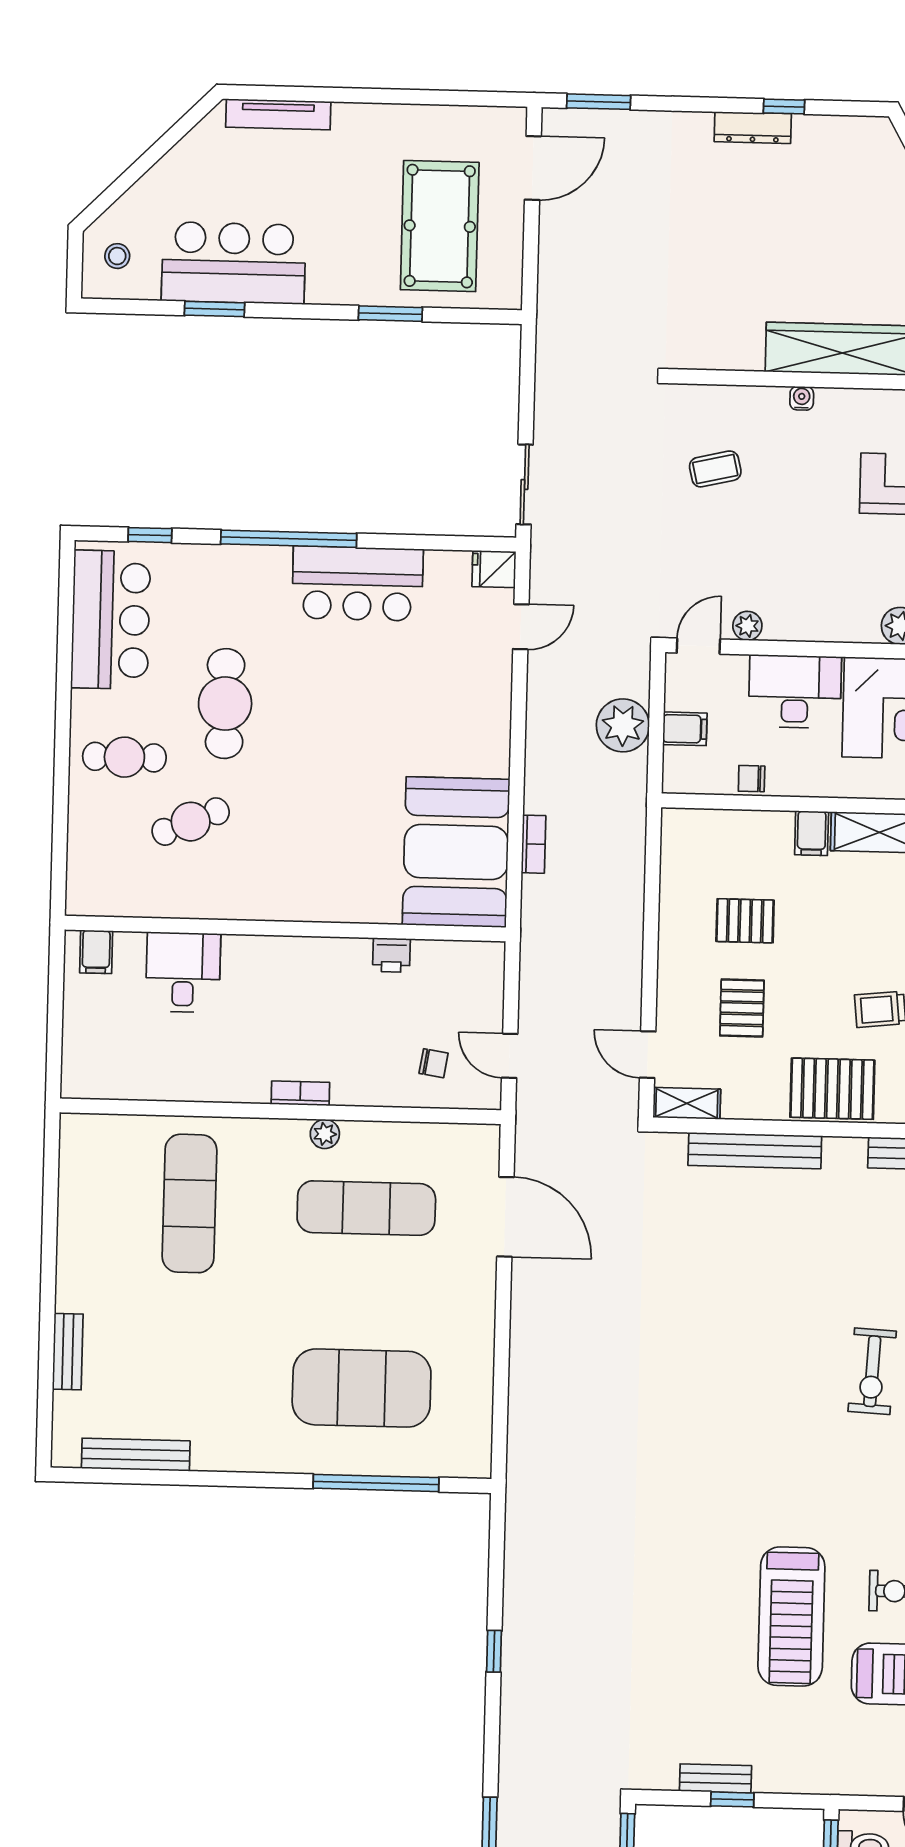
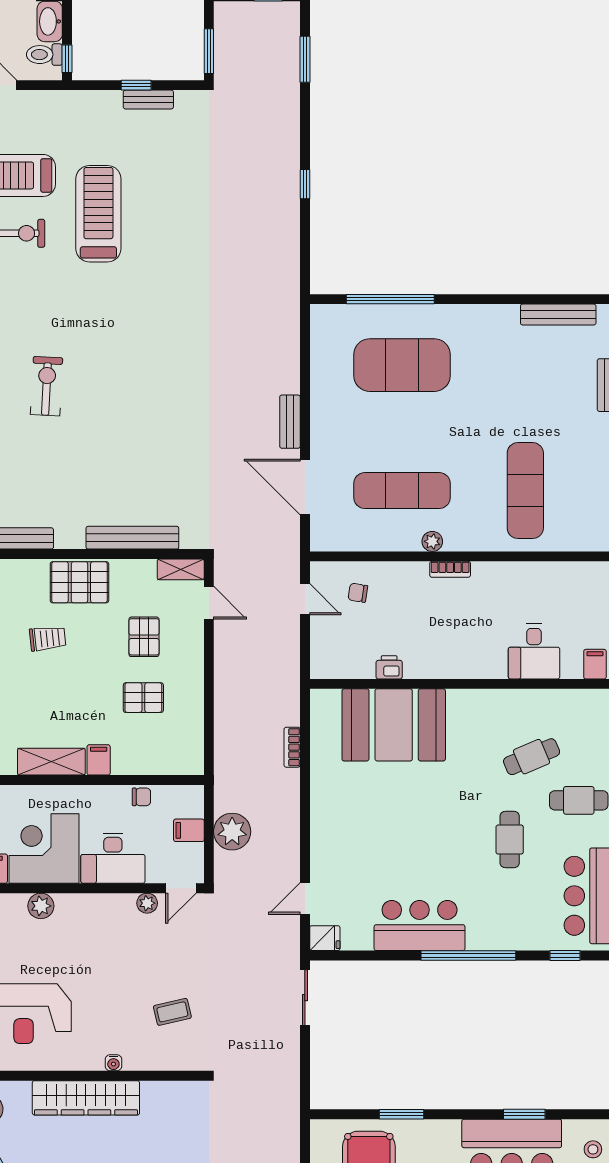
cafe table: (225, 704) -> (510, 840), width x0.73, depth x0.74
booth: (456, 852) -> (394, 725), moved, turned 90
bench: (524, 1311) -> (290, 422), added

